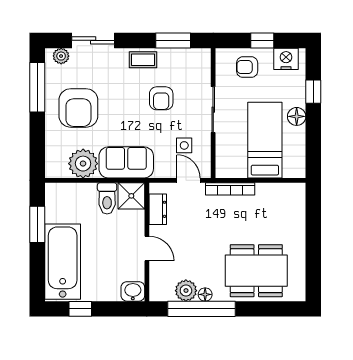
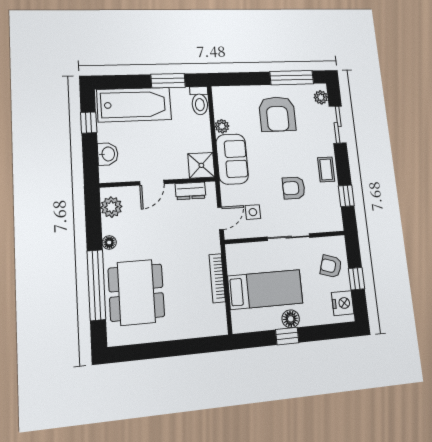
window: (173, 40) -> (346, 196), width x0.67
armchair: (247, 67) -> (331, 266), turned -72
window: (313, 92) -> (287, 336), moved
armchair: (78, 108) -> (277, 114), turned -90
plant: (83, 164) -> (222, 126), width x0.53, depth x0.53
bookcase: (230, 189) -> (217, 278), moved
toilet: (107, 198) -> (200, 101), moved, turned -90
washbasin: (133, 291) -> (108, 154), moved
plant: (186, 291) -> (111, 207), moved
window: (202, 309) -> (96, 285), moved

